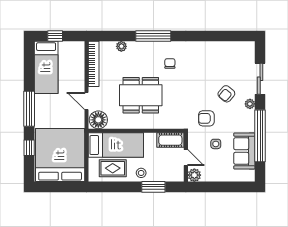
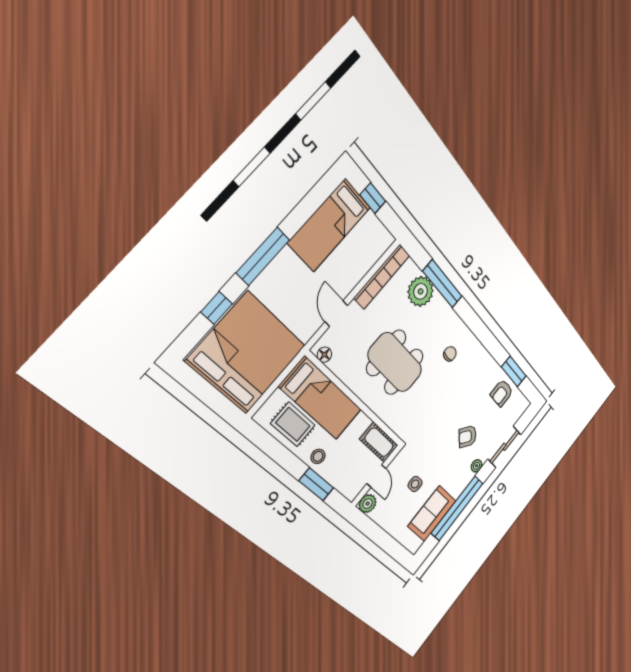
window: (153, 36) -> (443, 284), moved
window: (223, 36) -> (514, 371), added
plant: (121, 46) -> (421, 291), width x1.88, depth x1.88
armchair: (206, 118) -> (502, 393), moved, turned -90
floor lamp: (98, 120) -> (324, 355), width x0.53, depth x0.53

